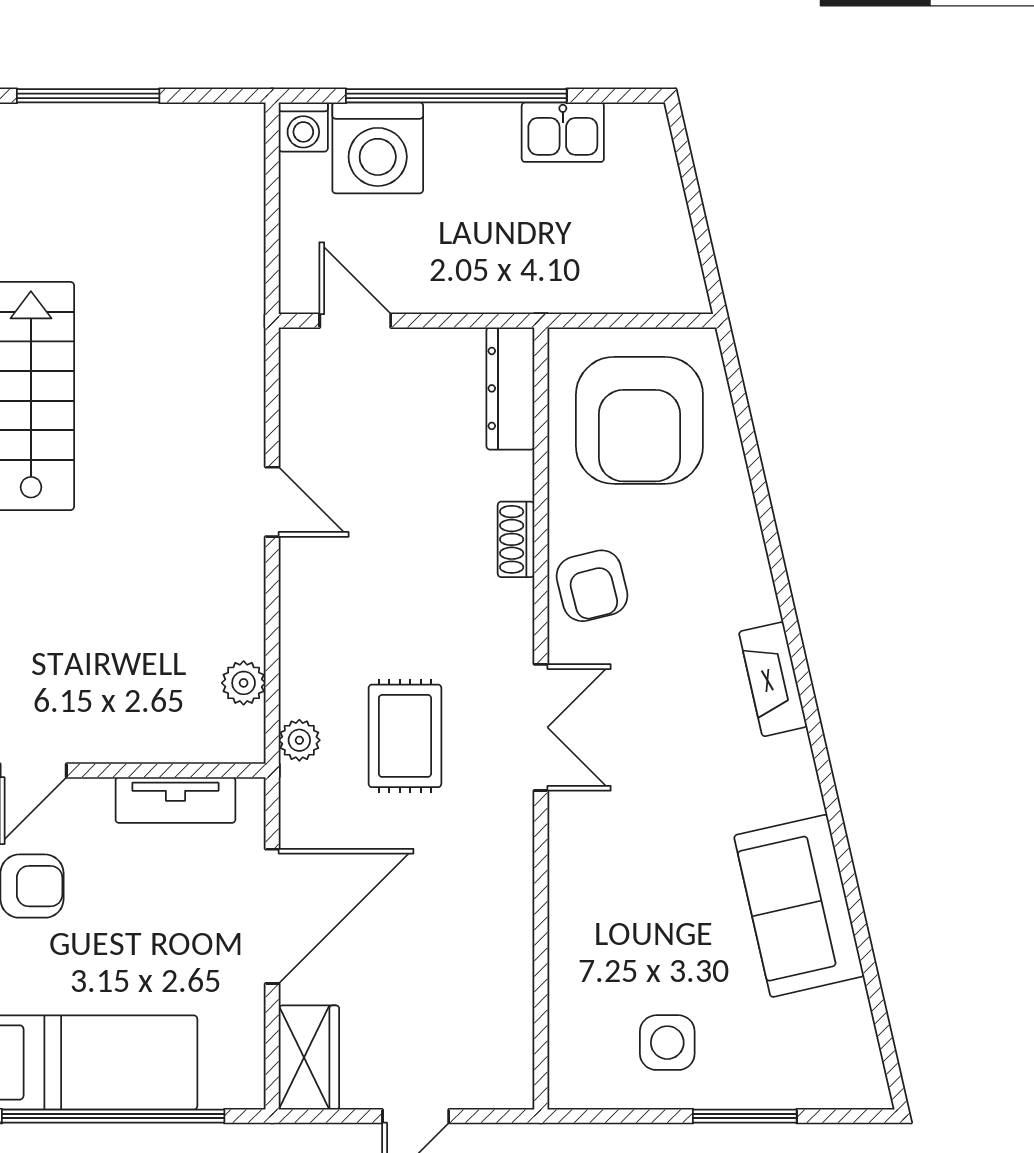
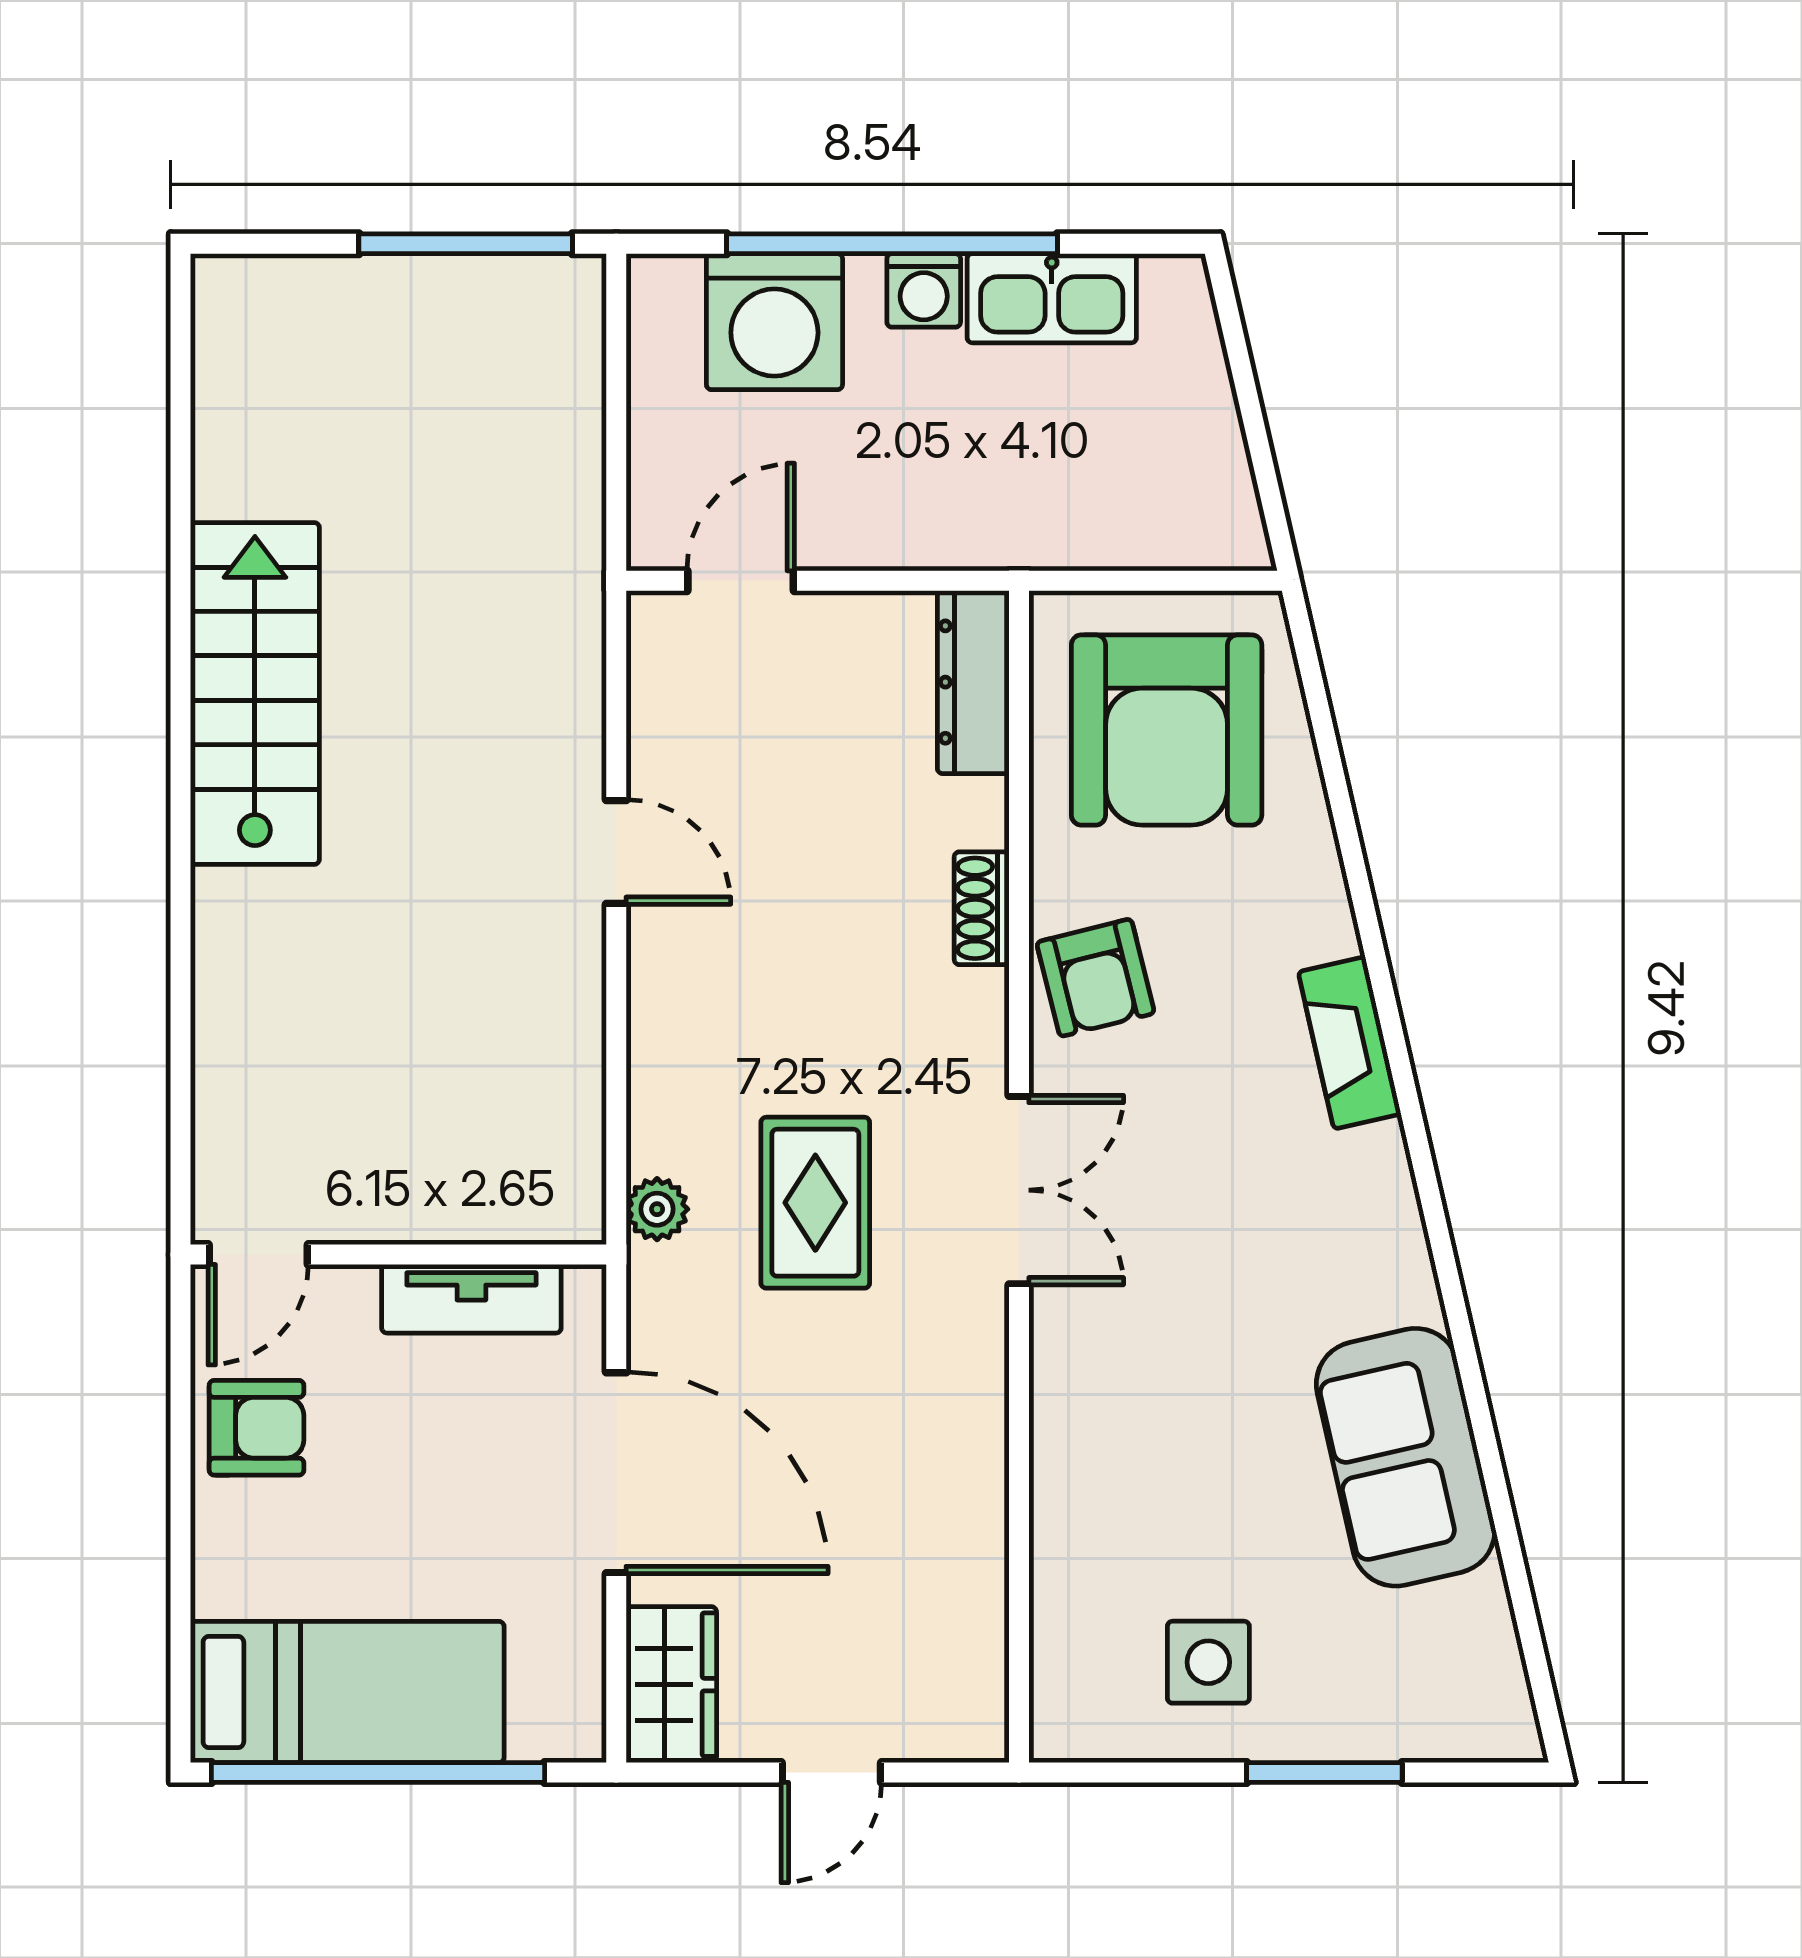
window: (88, 96) -> (466, 244), moved
washing machine: (303, 127) -> (924, 290), moved
kitchen sink: (563, 132) -> (1052, 298), width x1.38
door: (355, 321) -> (741, 581), hinge flipped
fireplace: (773, 679) -> (1350, 1043), moved
plant: (244, 683) -> (573, 1123), removed
door: (272, 916) -> (616, 1473), hinge flipped

